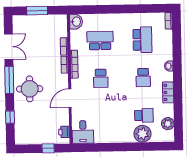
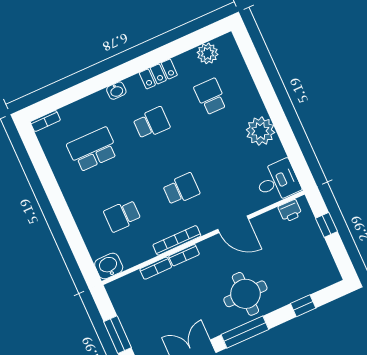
school desk: (100, 41) -> (122, 216), width x0.54
plant: (142, 134) -> (260, 131), moved

